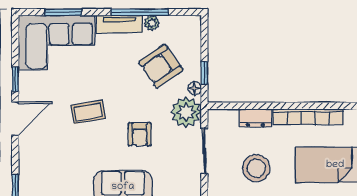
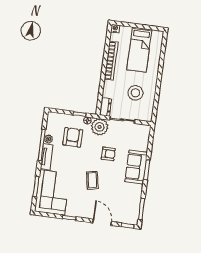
armchair: (161, 66) -> (73, 137), turned -145
dresser: (255, 118) -> (106, 107), moved
door: (15, 119) -> (102, 222), moved

